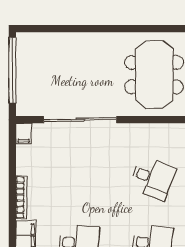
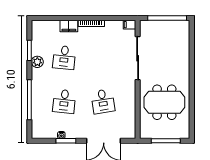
desk: (153, 178) -> (103, 101), turned -30

